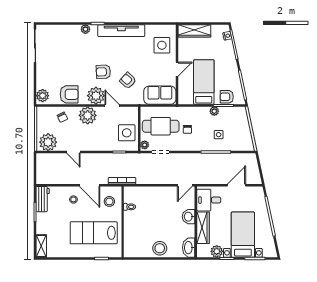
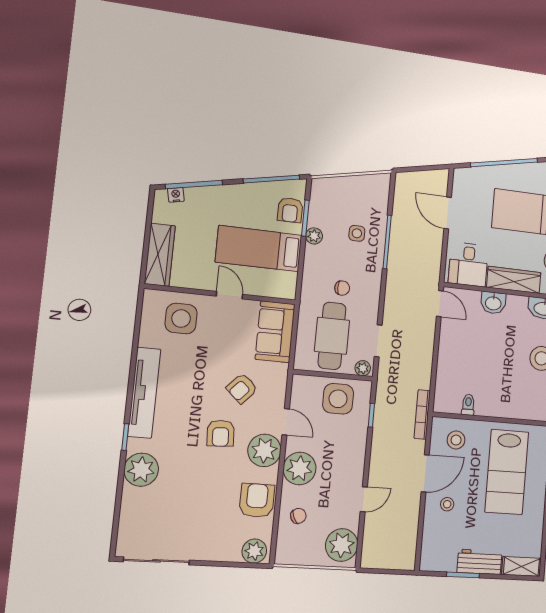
plant: (85, 29) -> (141, 470), width x1.87, depth x1.87
door: (112, 106) -> (286, 422), swing flipped
workbench: (43, 199) -> (480, 562), moved

